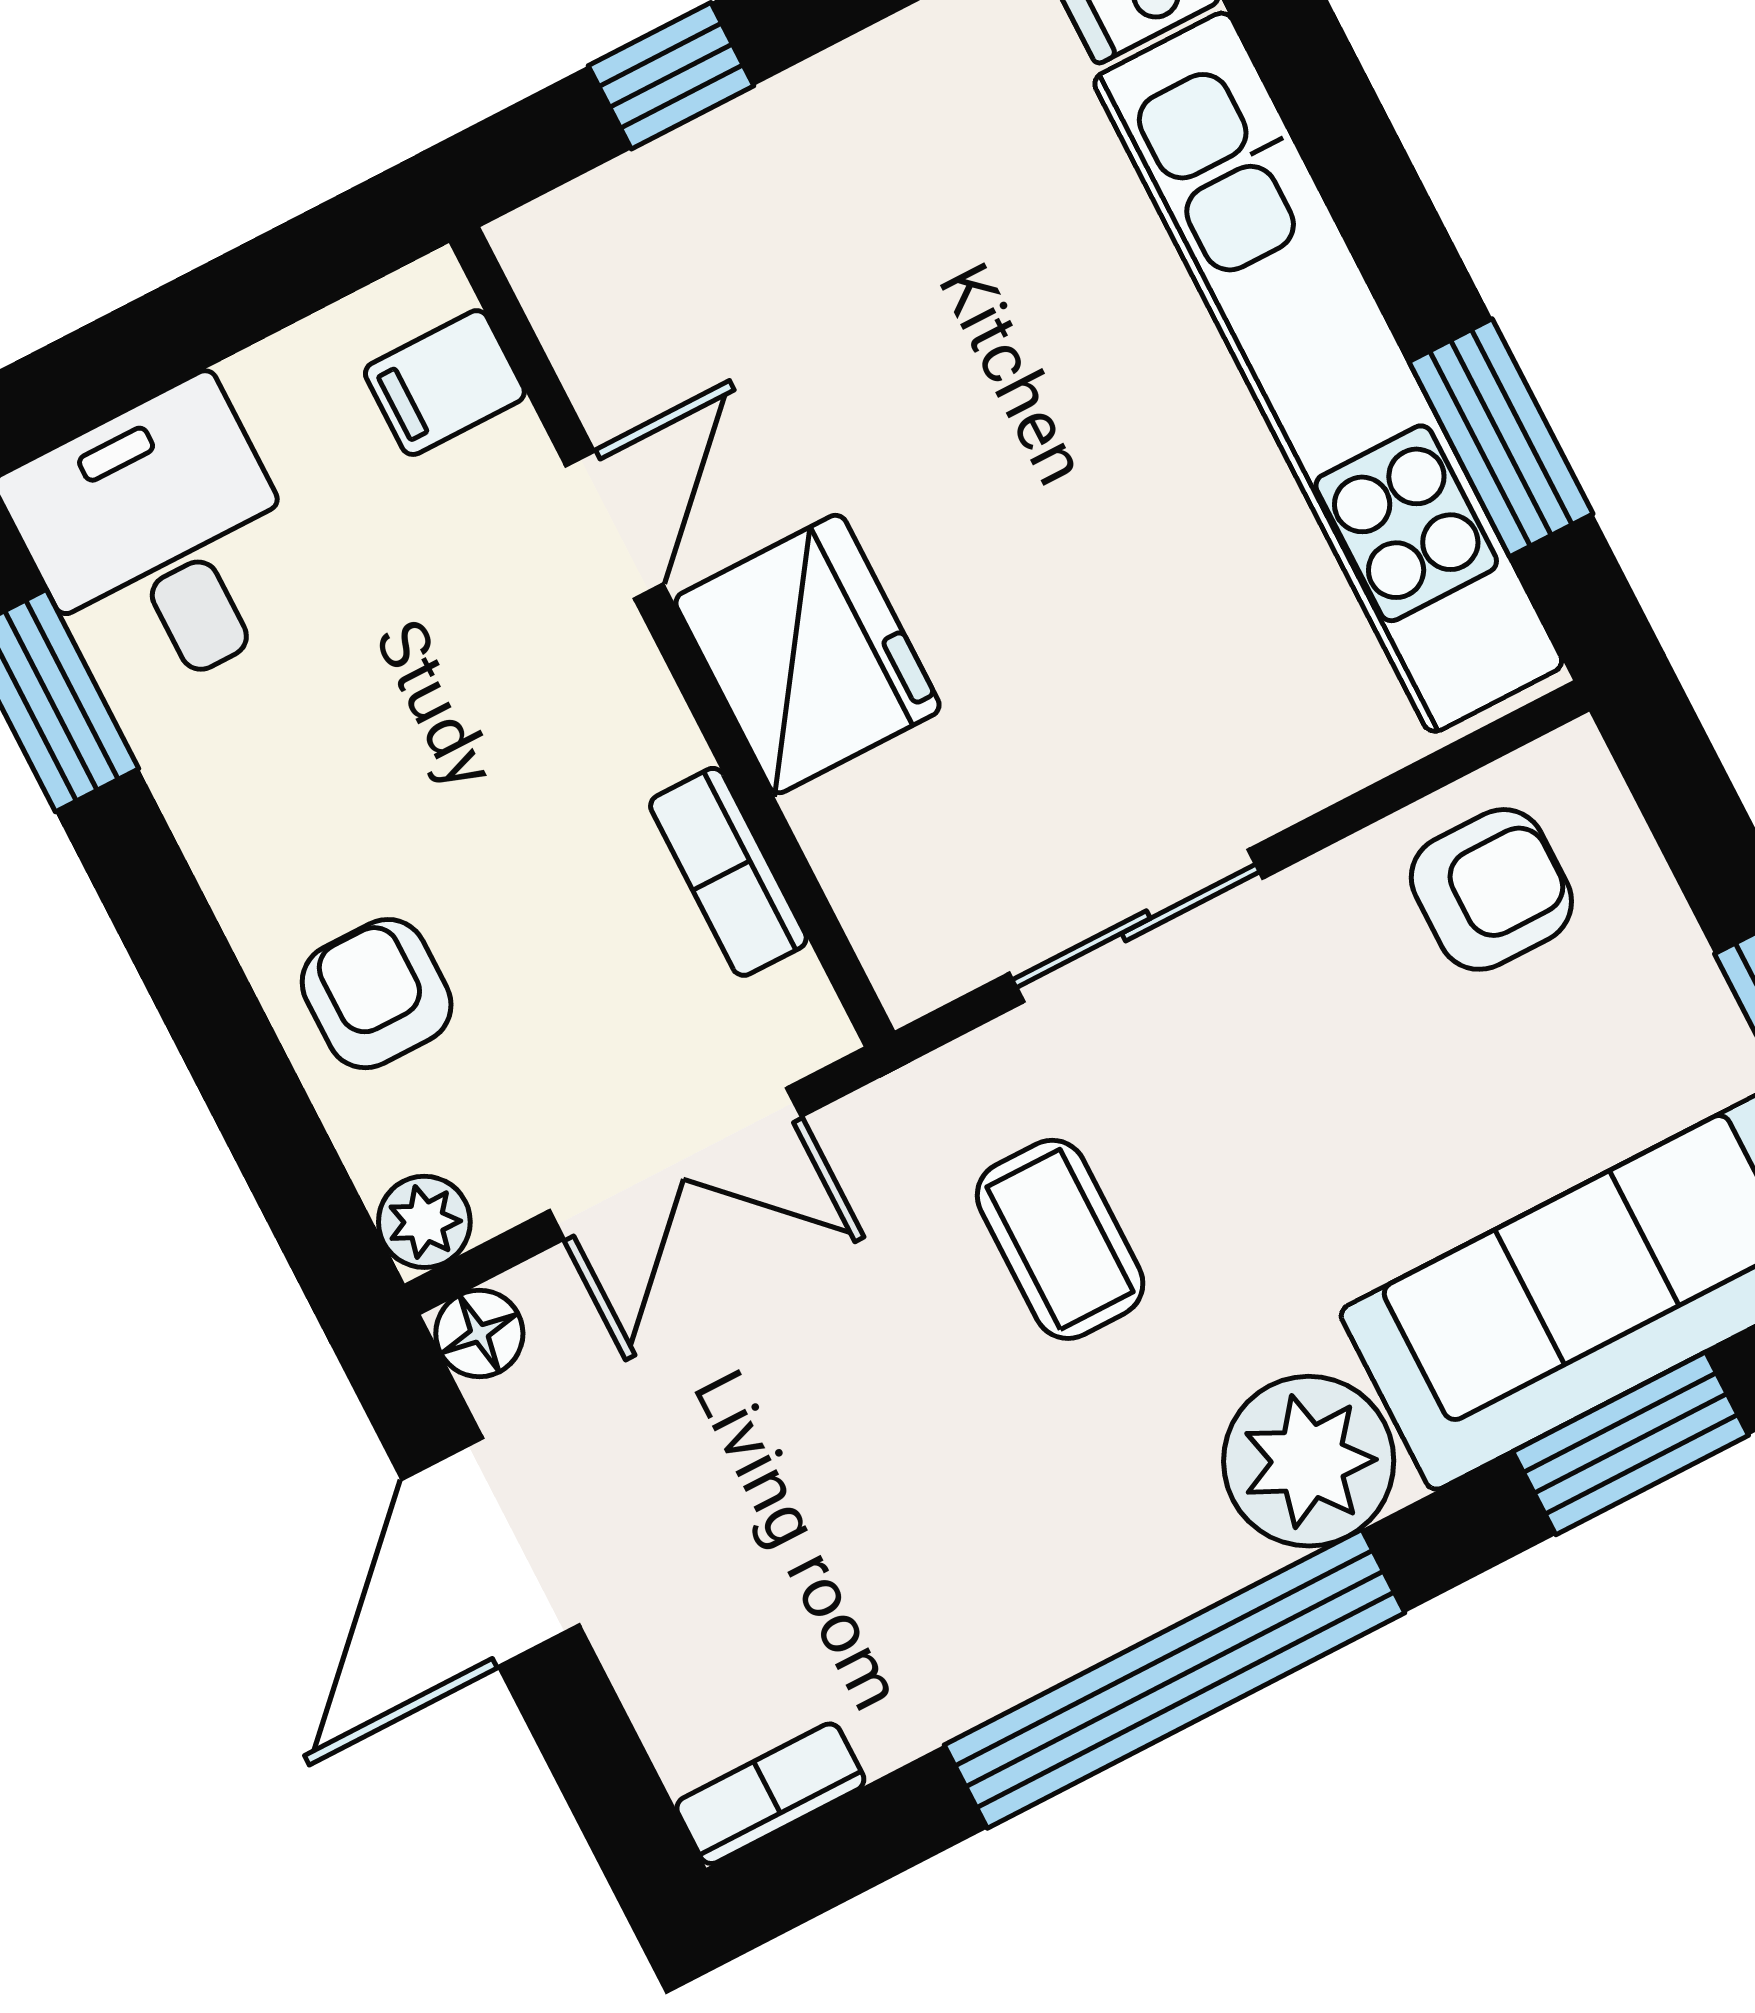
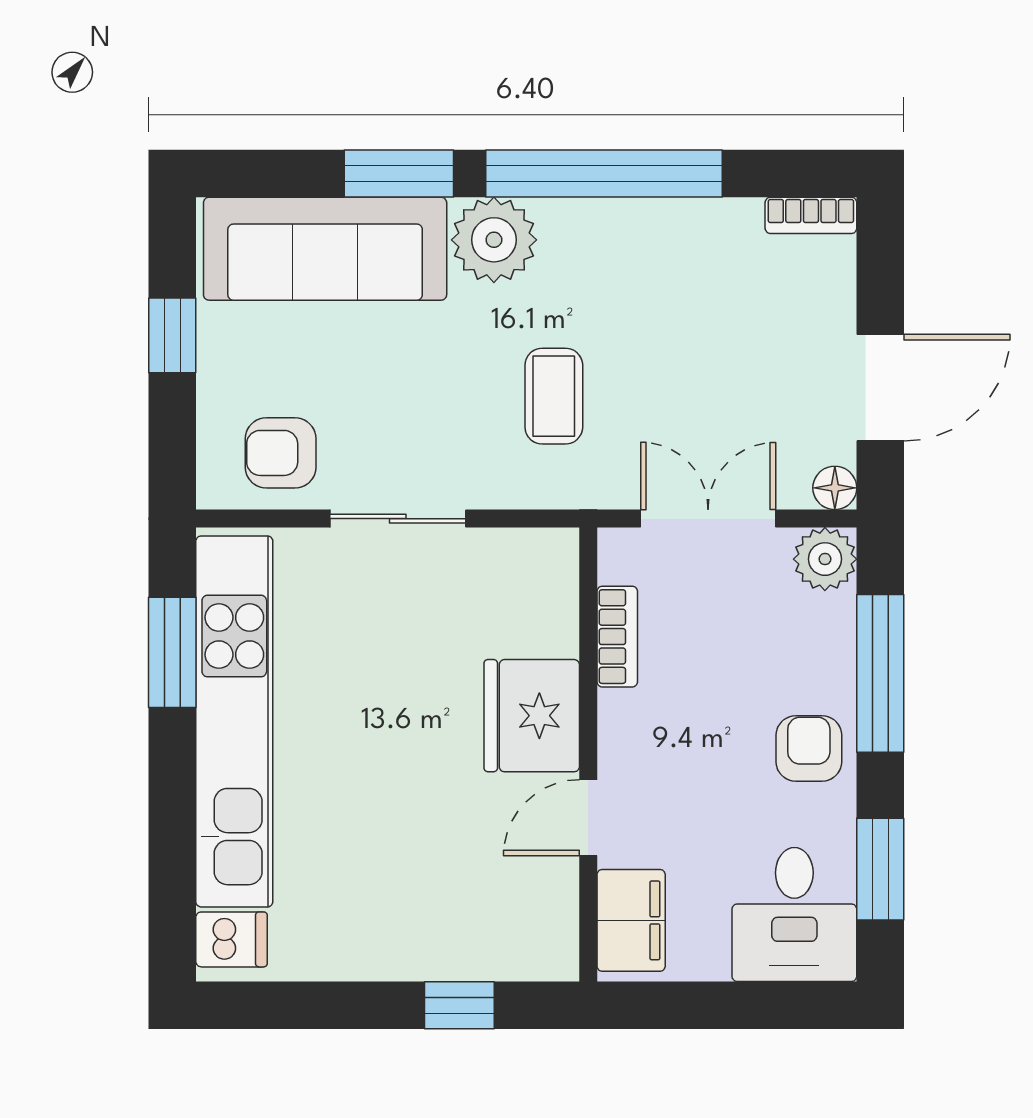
filing cabinet: (445, 383) -> (631, 920), width x2.00
sliding door: (1136, 926) -> (398, 519), moved
armchair: (377, 994) -> (809, 748), moved, turned 180
window: (230, 1047) -> (880, 673), added
plant: (424, 1222) -> (825, 559), width x1.38, depth x1.38
window: (1631, 1443) -> (399, 174), moved

